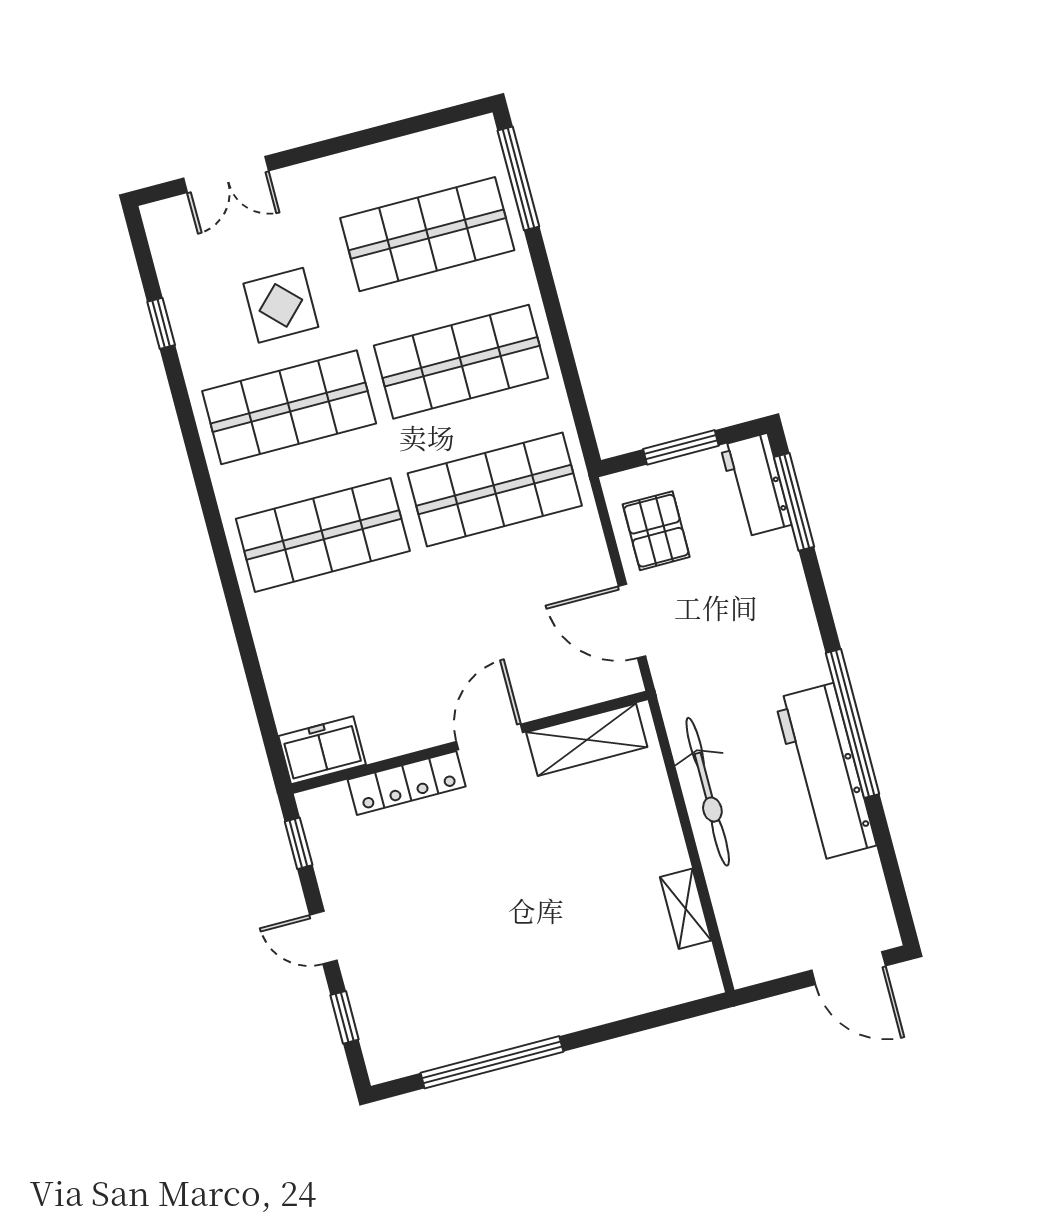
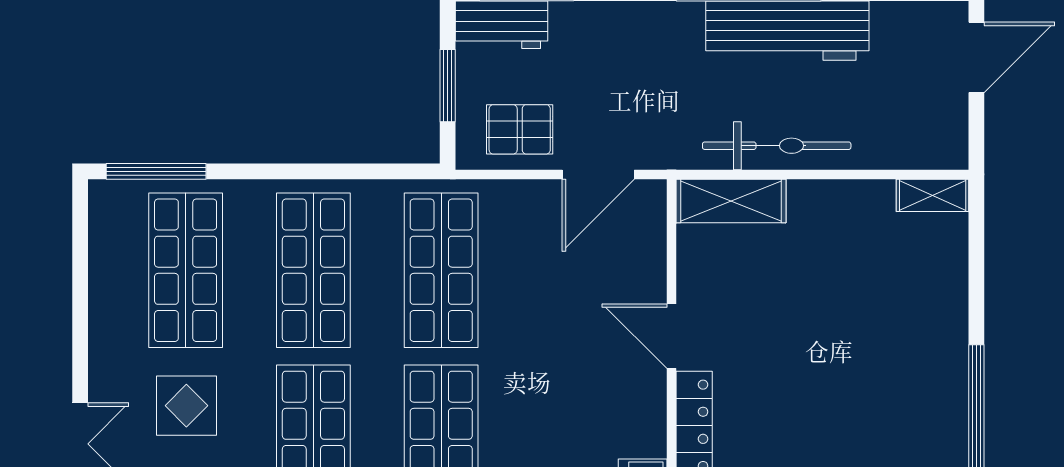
display table: (281, 305) -> (186, 406), moved
shelving: (587, 740) -> (731, 201), moved, turned 90
shelving: (686, 909) -> (933, 195), moved

